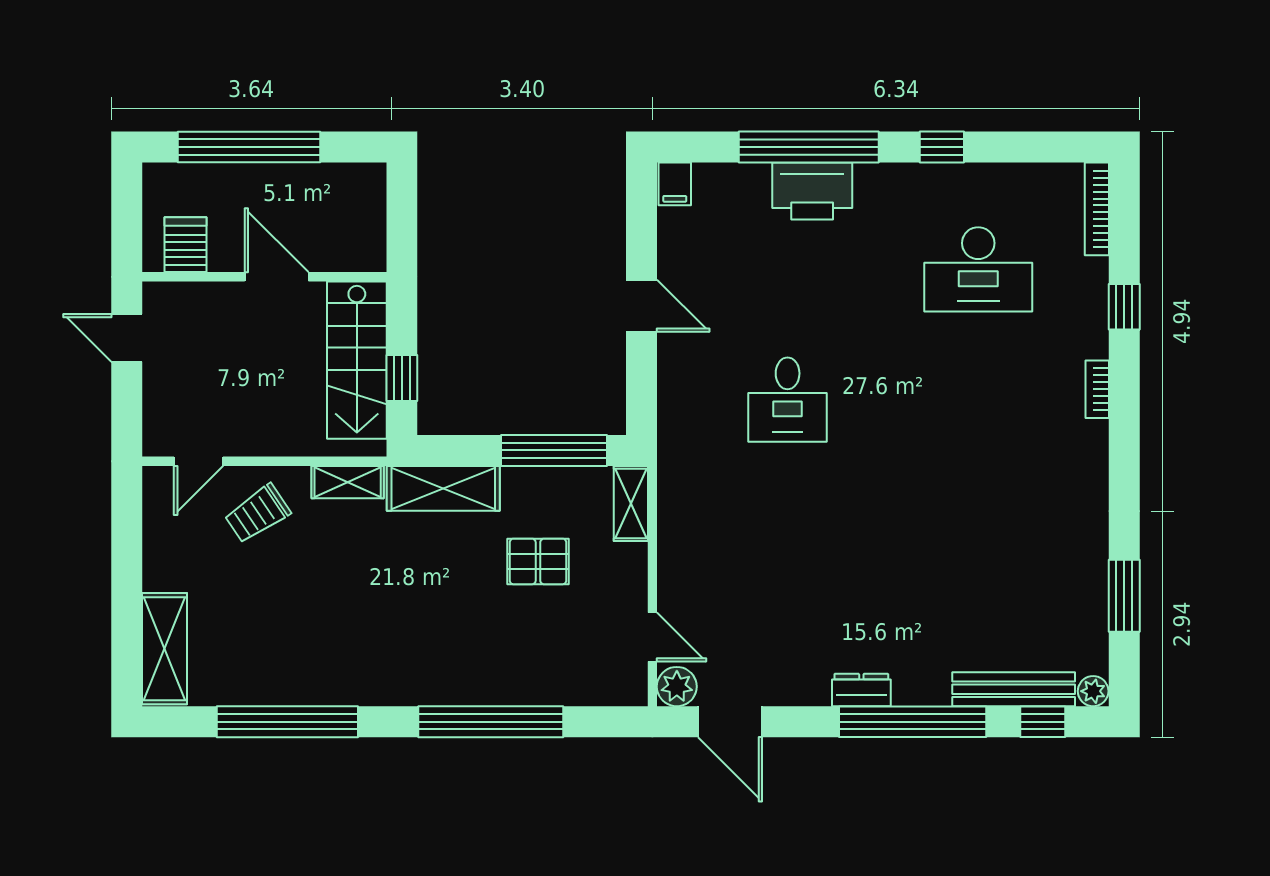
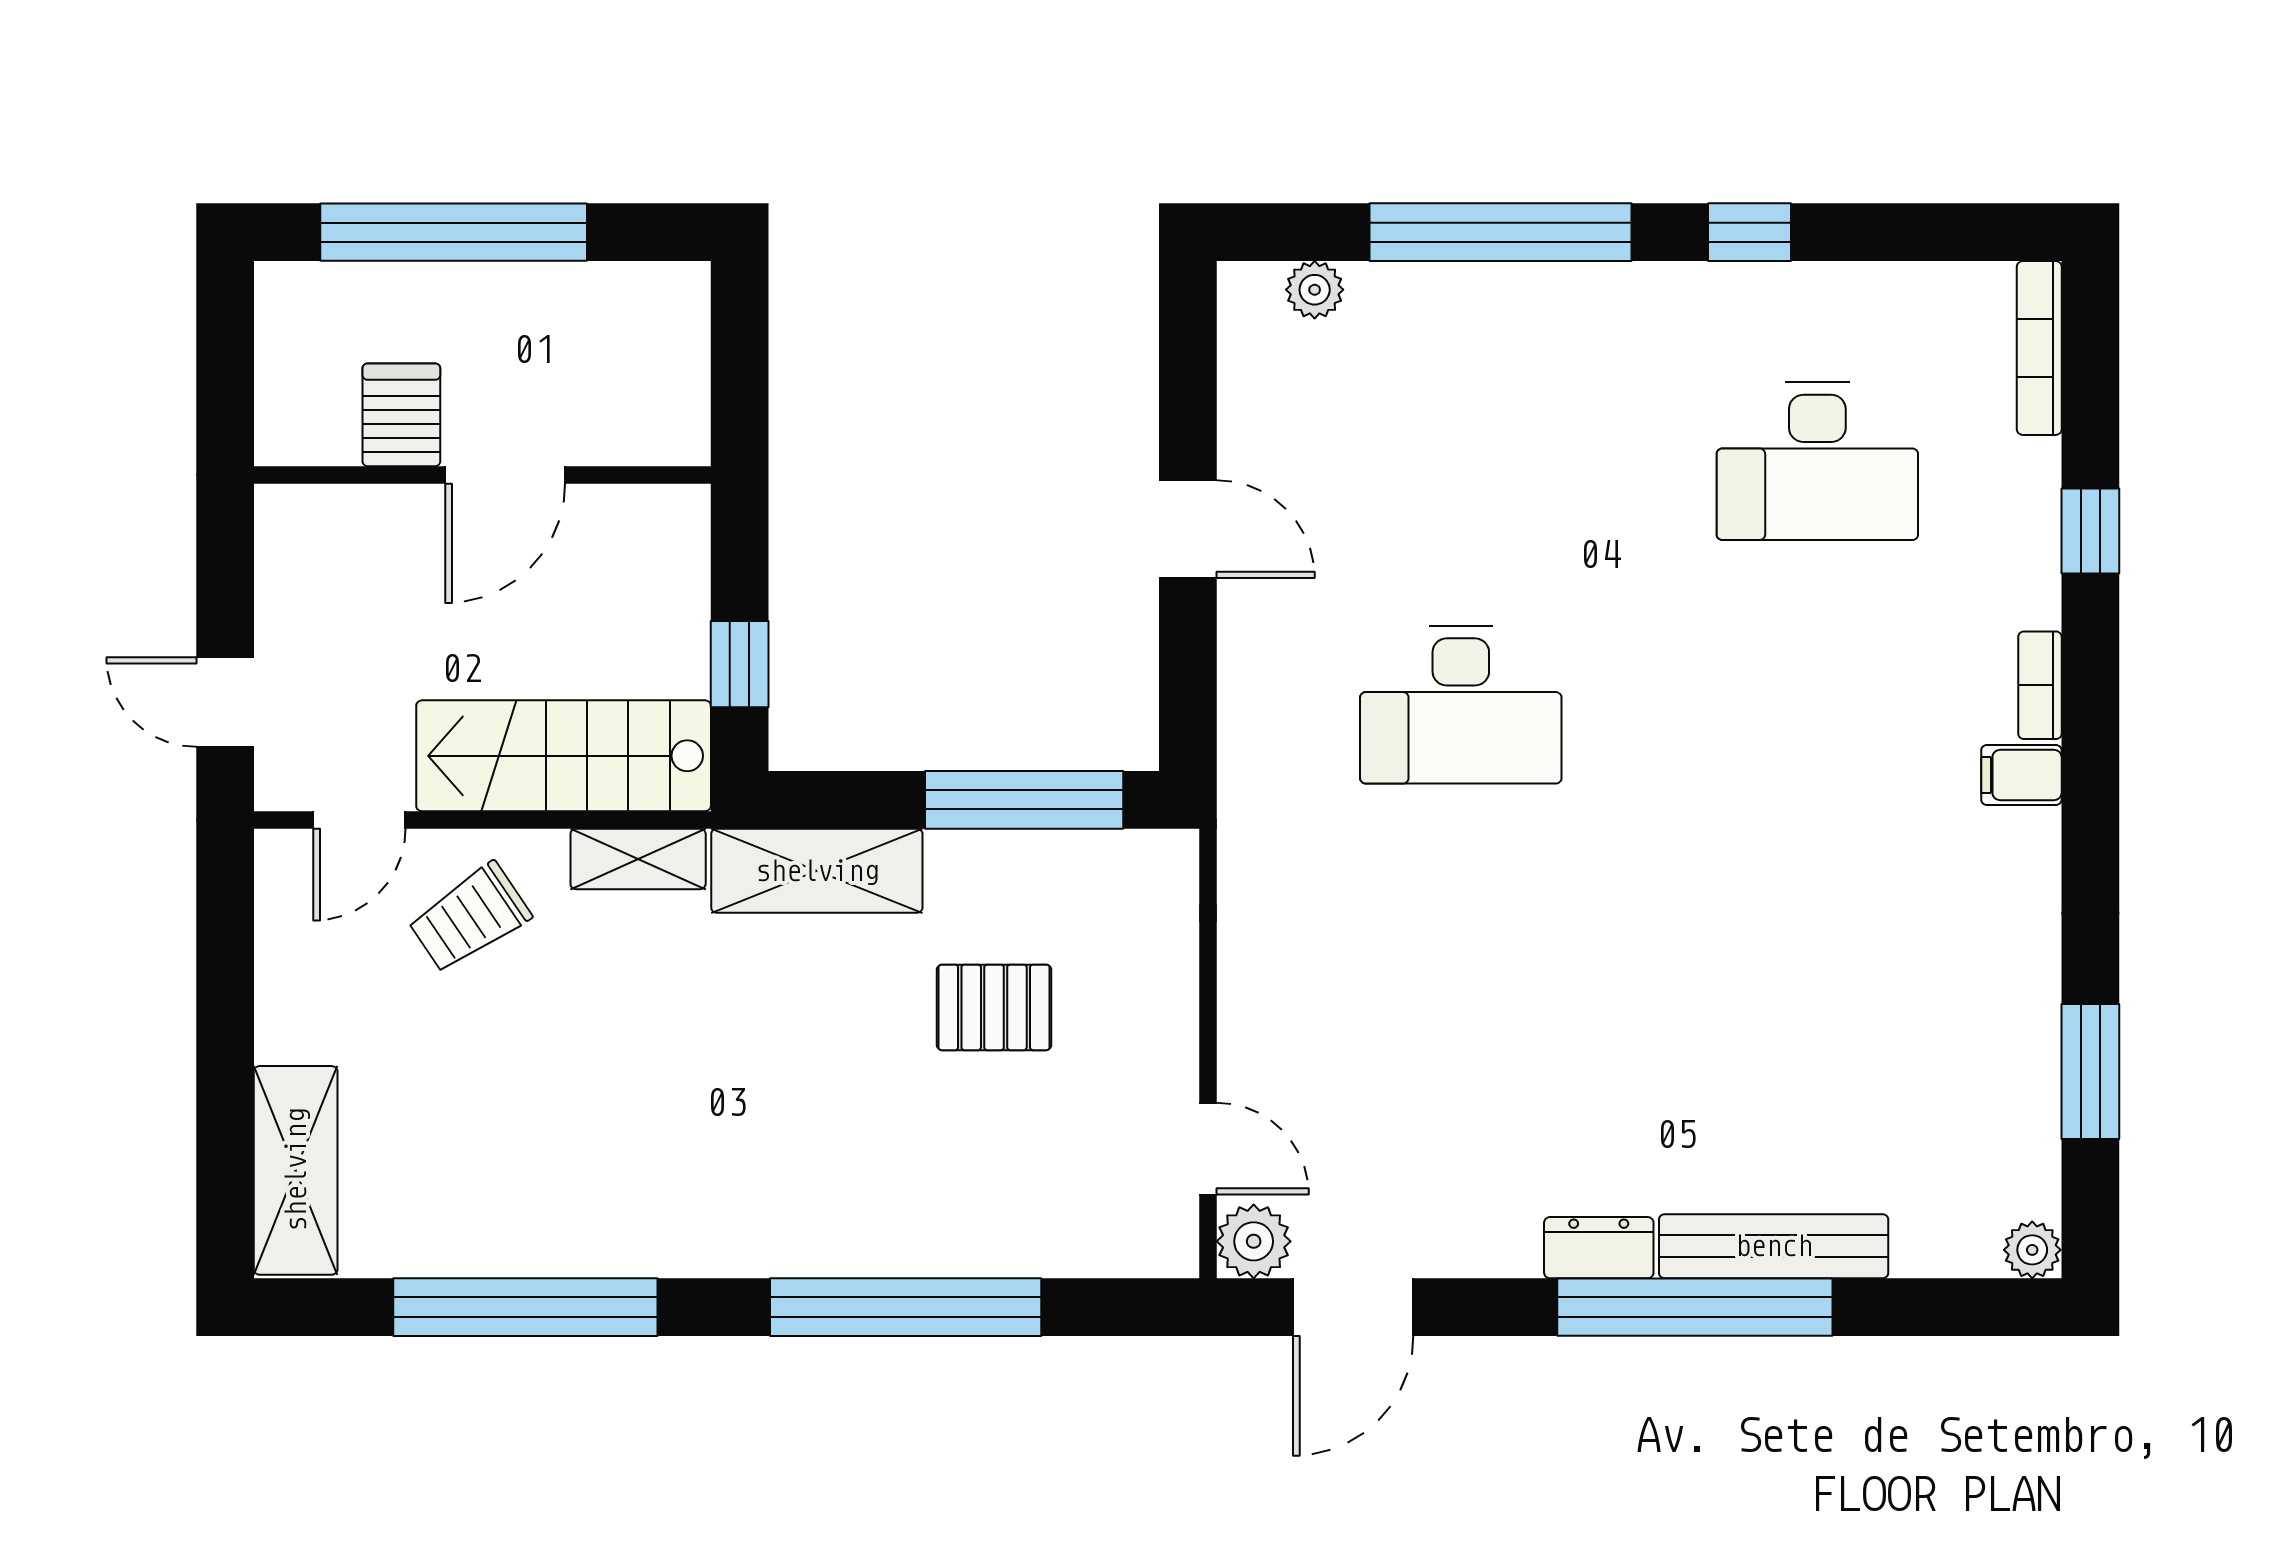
plant: (709, 178) -> (1315, 290), added
filing cabinet: (675, 184) -> (2021, 775), moved, turned 90
printer: (812, 191) -> (1507, 315), removed
server rack: (186, 245) -> (401, 415), moved
door: (277, 277) -> (505, 475), swing flipped
door: (127, 338) -> (225, 702), moved
stairs: (357, 360) -> (564, 756), moved, turned 90
desk: (788, 400) -> (1461, 705), width x1.37
shelving: (631, 504) -> (1168, 899), removed
bench: (1014, 689) -> (1774, 1246), moved
door: (730, 722) -> (1353, 1307), hinge flipped
window: (1043, 722) -> (1938, 1307), removed

